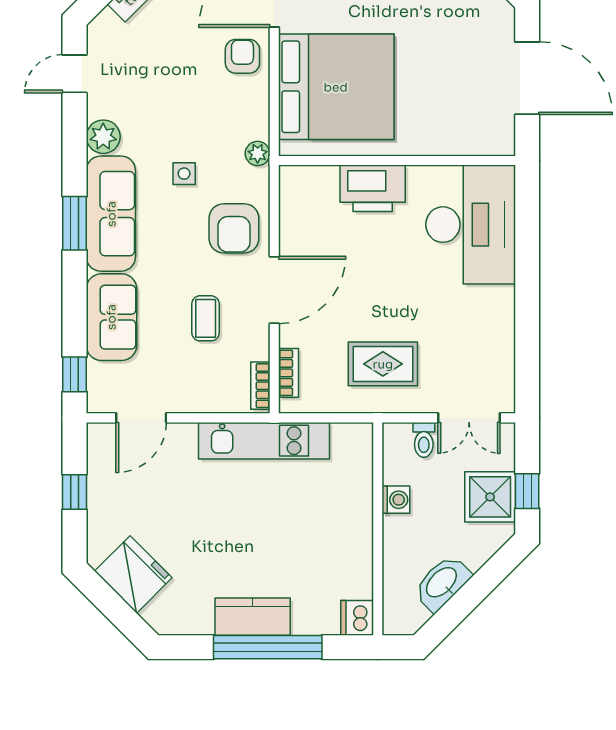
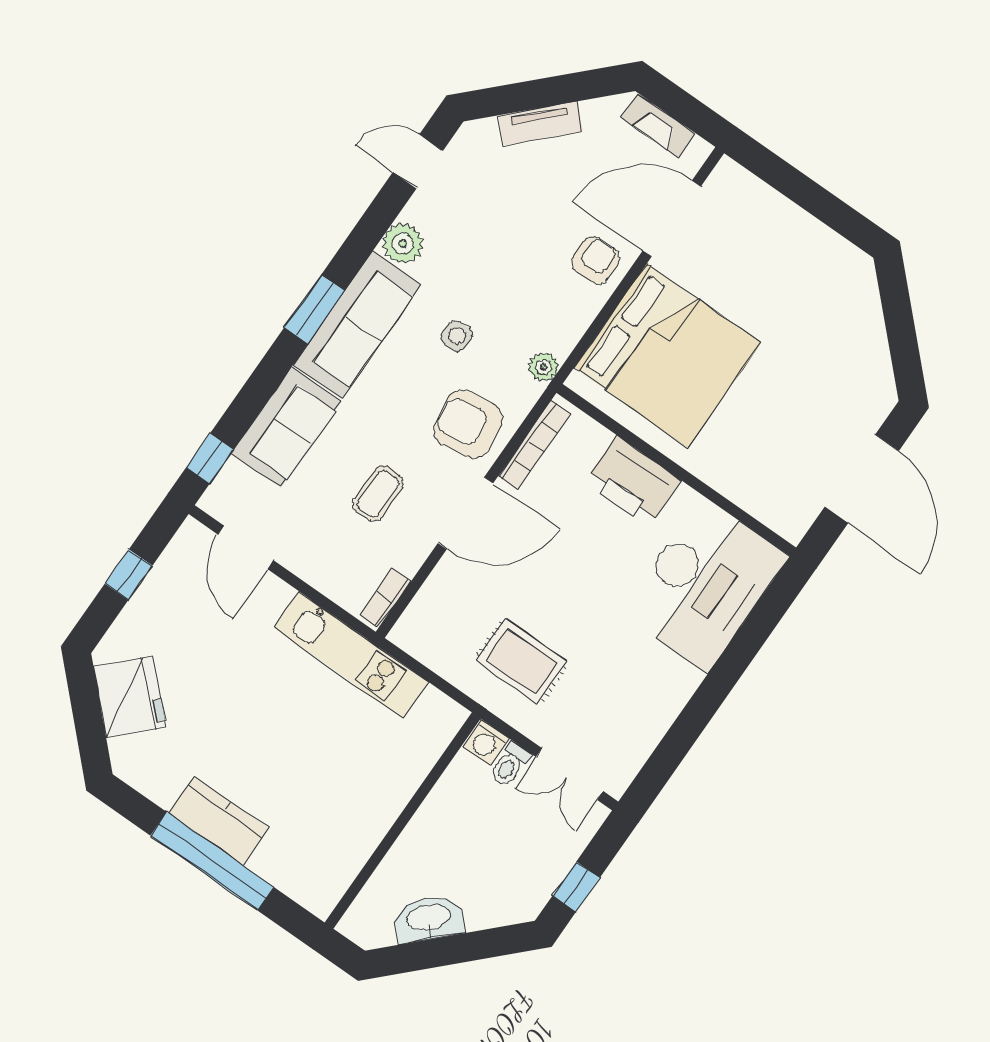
armchair: (234, 228) -> (468, 424), turned 82
bookcase: (288, 373) -> (534, 445), moved, width x1.56
door: (141, 418) -> (246, 547), hinge flipped
shower: (490, 497) -> (536, 867), removed
washing machine: (396, 500) -> (486, 742), moved, turned 90
dishwasher: (357, 618) -> (321, 894), removed

